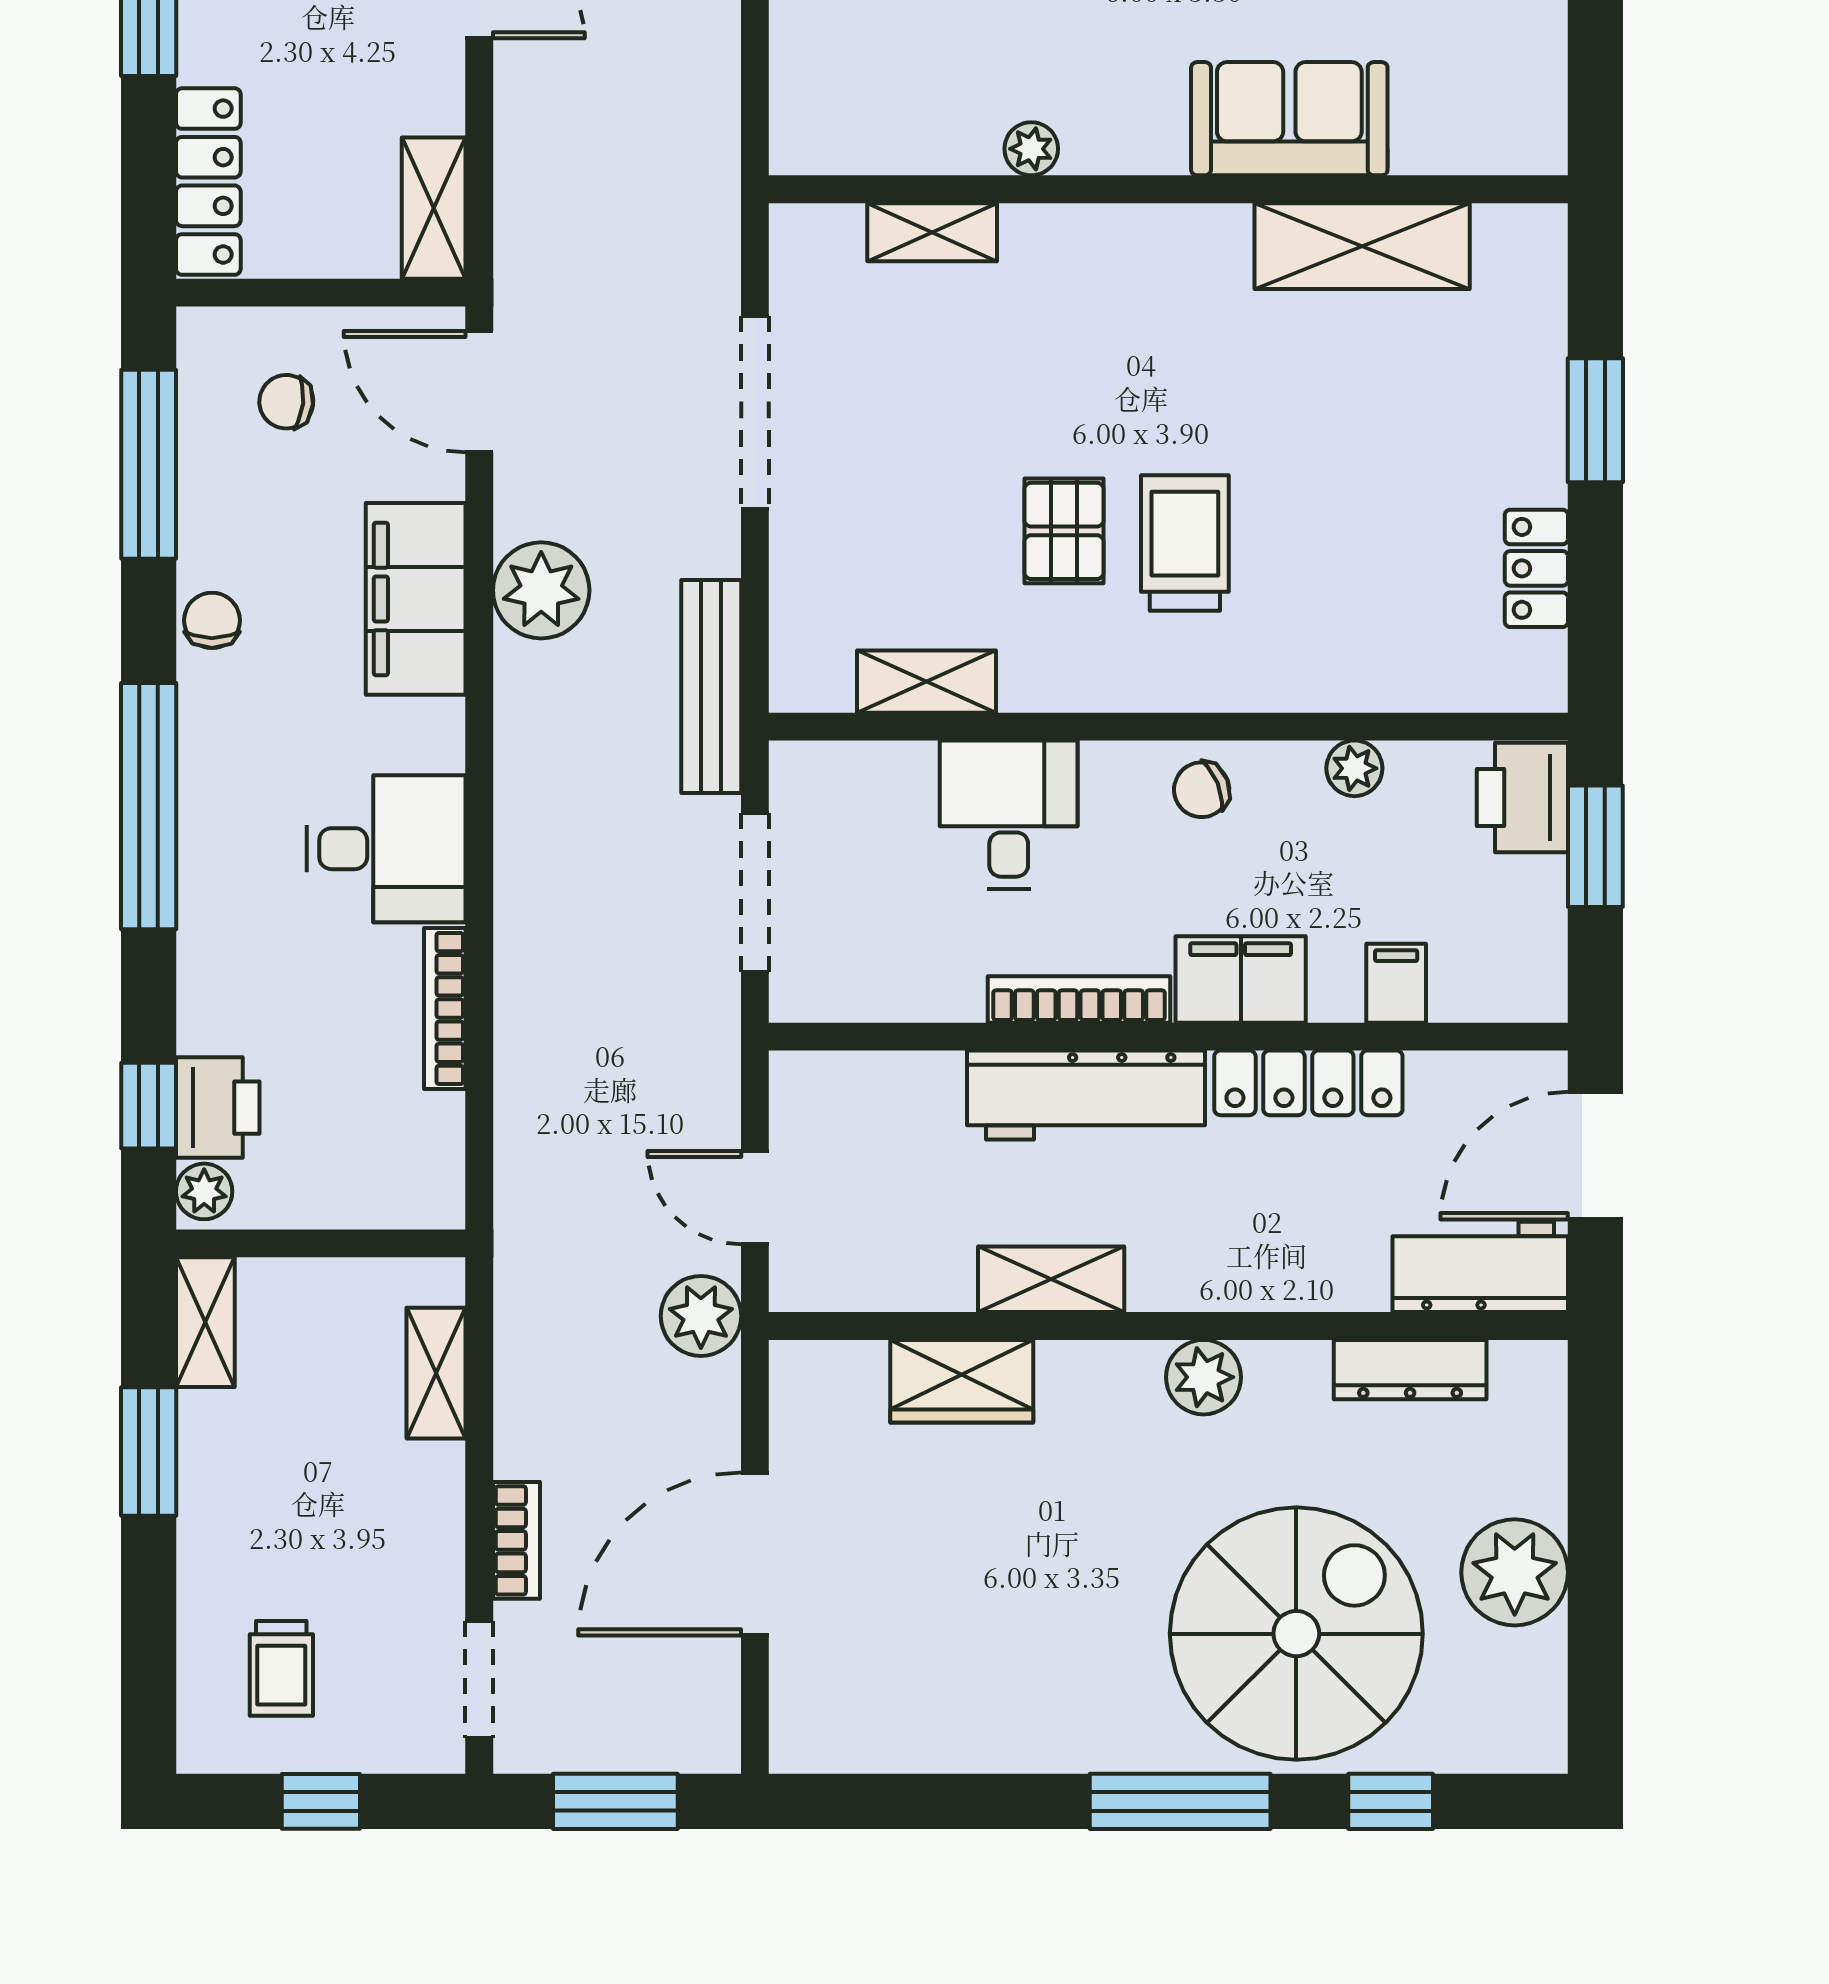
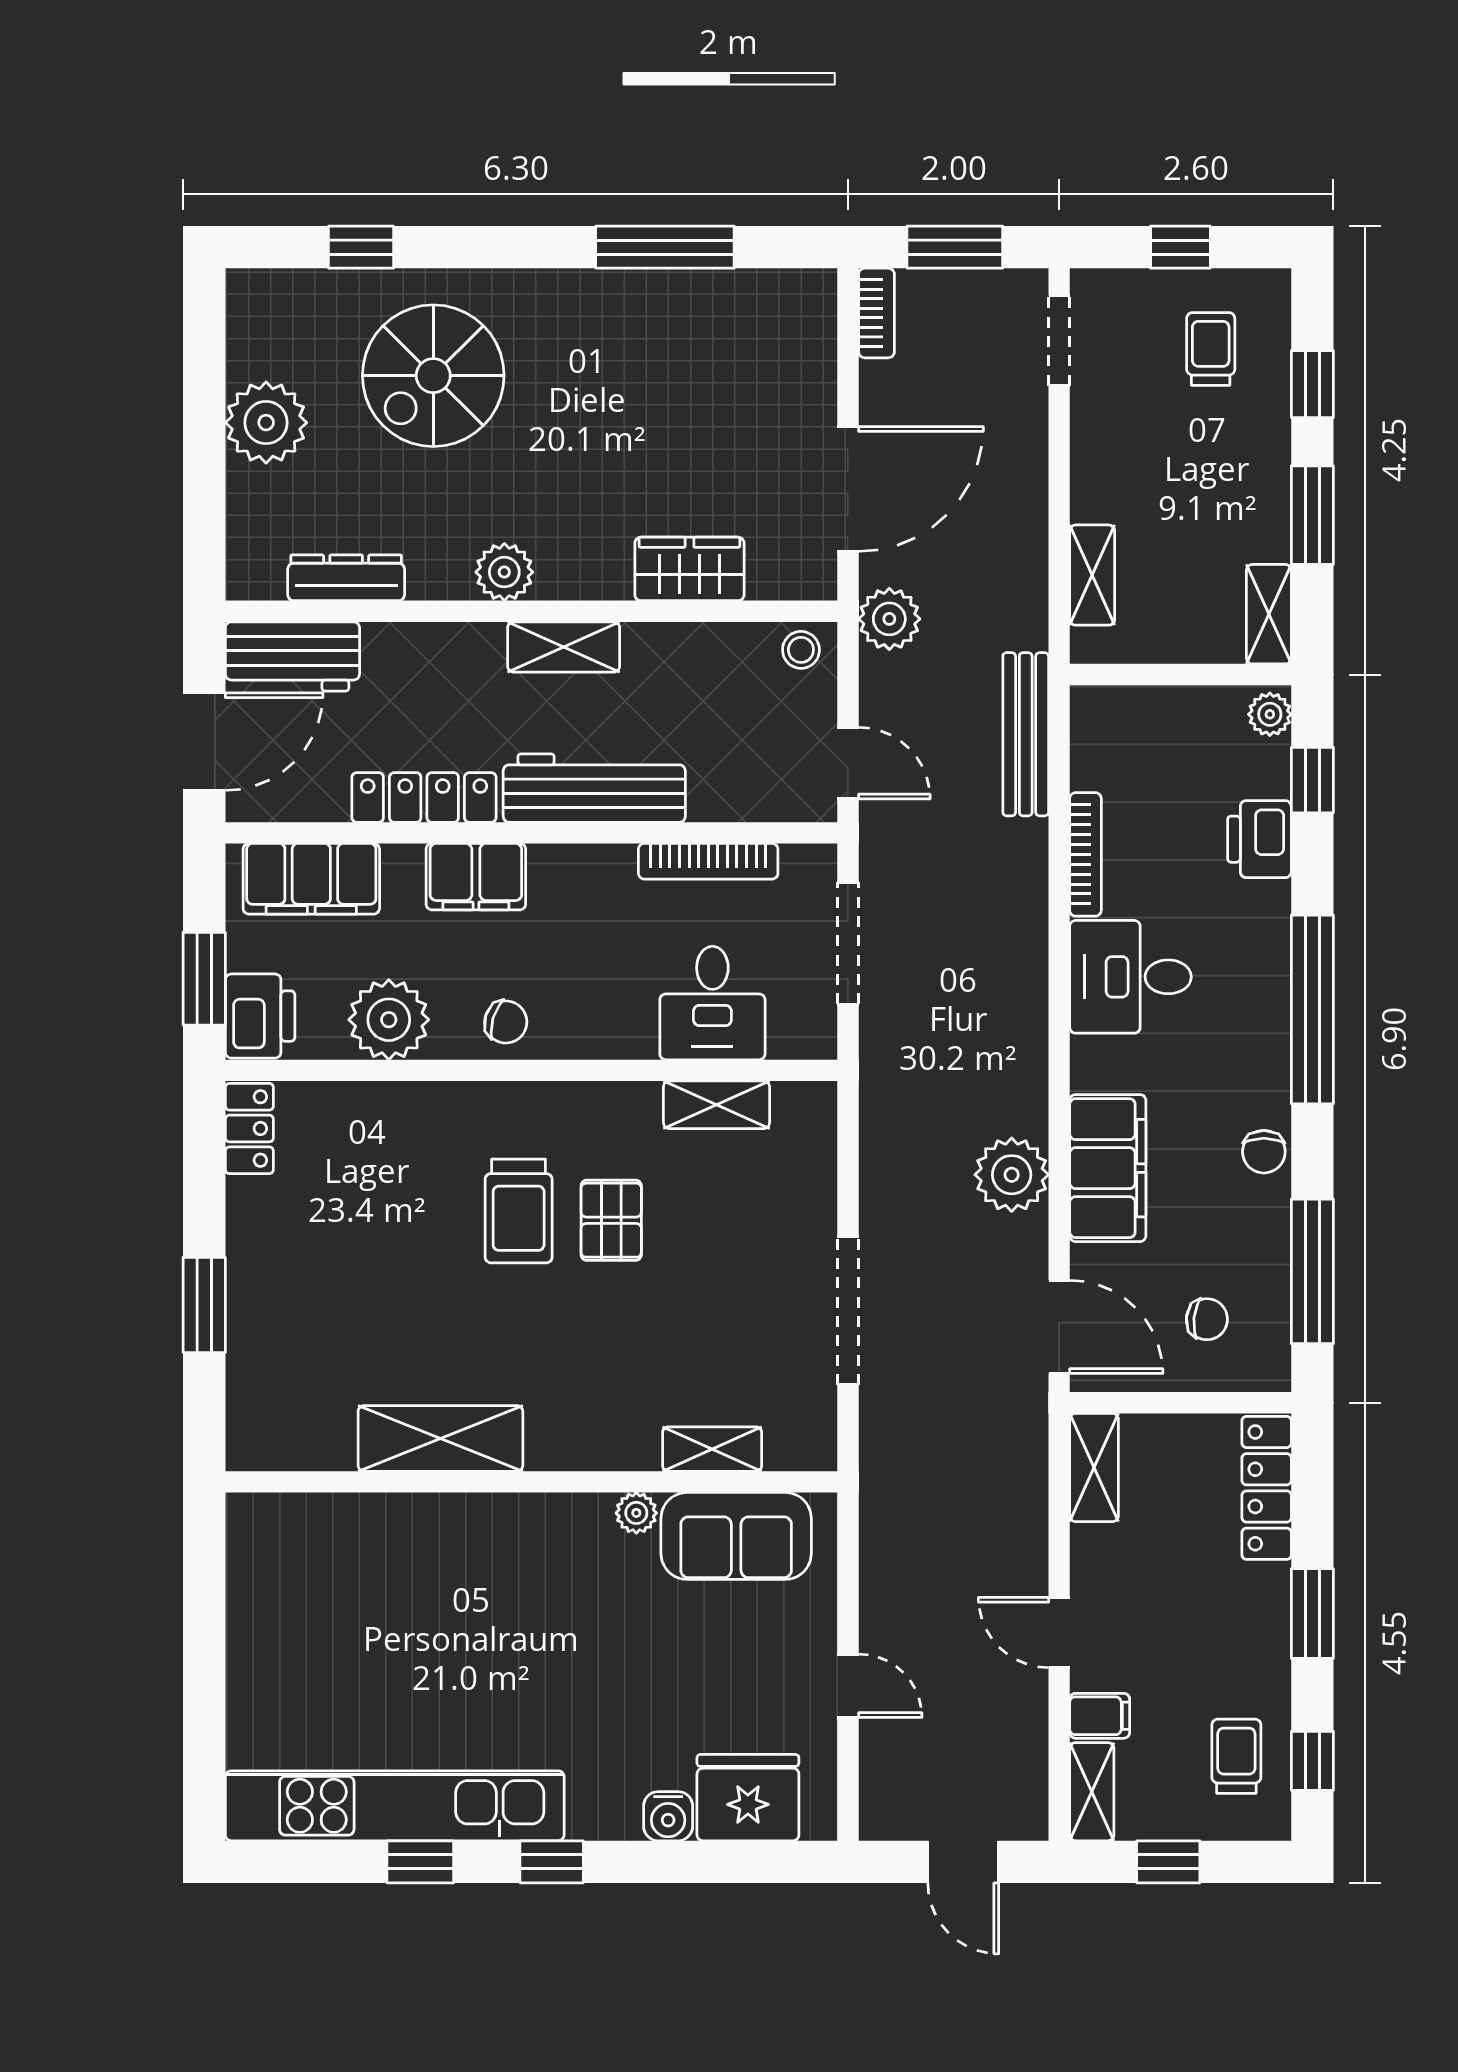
sofa: (1289, 119) -> (736, 1536), moved
shelving: (1362, 246) -> (440, 1438), moved
locker: (1536, 568) -> (249, 1128), moved
bench: (711, 686) -> (1026, 734), moved
plant: (1354, 768) -> (389, 1020), width x1.87, depth x1.87
chair: (1202, 790) -> (506, 1022), turned 39
desk: (1009, 815) -> (712, 1003), moved
filing cabinet: (1396, 983) -> (311, 879), width x3.00, depth x1.17
bookcase: (1079, 1000) -> (708, 861), moved
printer: (218, 1108) -> (1259, 839), moved
door: (755, 1198) -> (848, 763), moved
stool: (816, 1276) -> (801, 650), added
shelving: (1051, 1279) -> (564, 647), moved
bookcase: (516, 1540) -> (876, 313), moved, turned 180
door: (755, 1554) -> (848, 489), moved
window: (149, 1623) -> (1312, 384), added
spiral stairs: (1296, 1634) -> (433, 376), width x0.73, depth x0.73
window: (1180, 1801) -> (665, 247), moved

